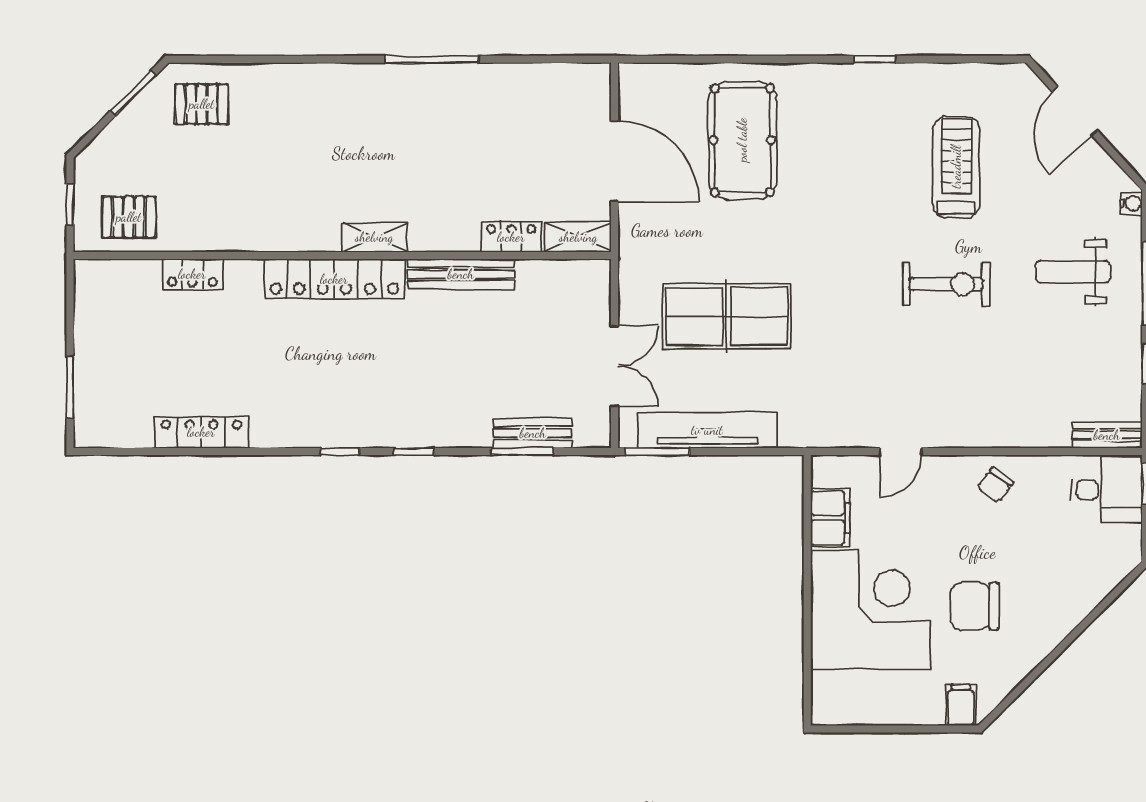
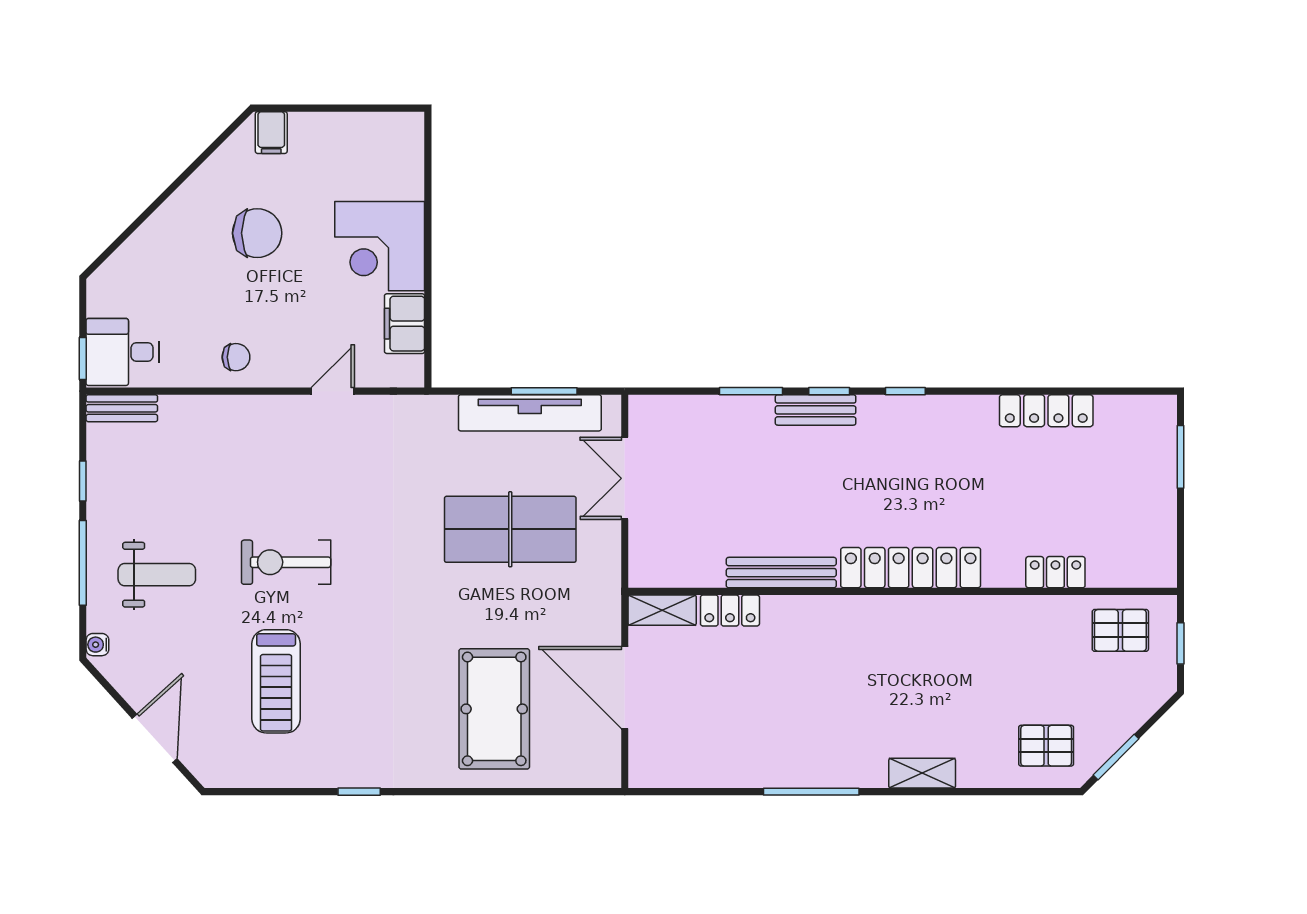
shelving: (374, 237) -> (922, 773), moved
bench: (533, 433) -> (816, 410), moved
window: (522, 452) -> (751, 391), moved
window: (658, 452) -> (544, 391), moved
chair: (995, 485) -> (236, 357), turned 54
corner desk: (870, 610) -> (380, 246), width x0.74, depth x0.74

